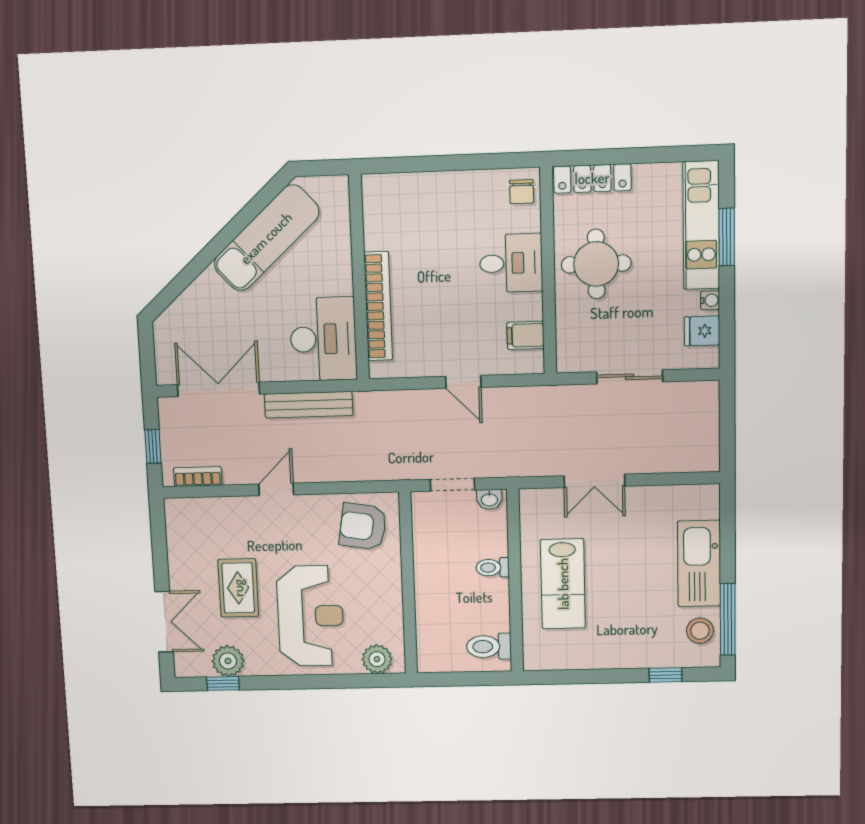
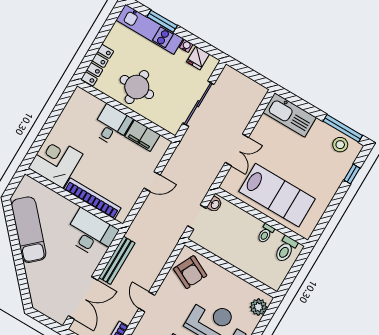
chair: (522, 192) -> (83, 100), removed
corner desk: (399, 211) -> (56, 161), added
filing cabinet: (525, 335) -> (142, 136), width x2.00
sliding door: (630, 377) -> (198, 104), width x1.37
double door: (219, 389) -> (83, 298), swing flipped
armchair: (363, 526) -> (190, 272), turned -73
kitchen sink: (699, 564) -> (290, 115), moved
toilet: (493, 568) -> (266, 234), moved
lab bench: (563, 584) -> (277, 195), width x1.36, depth x1.39

